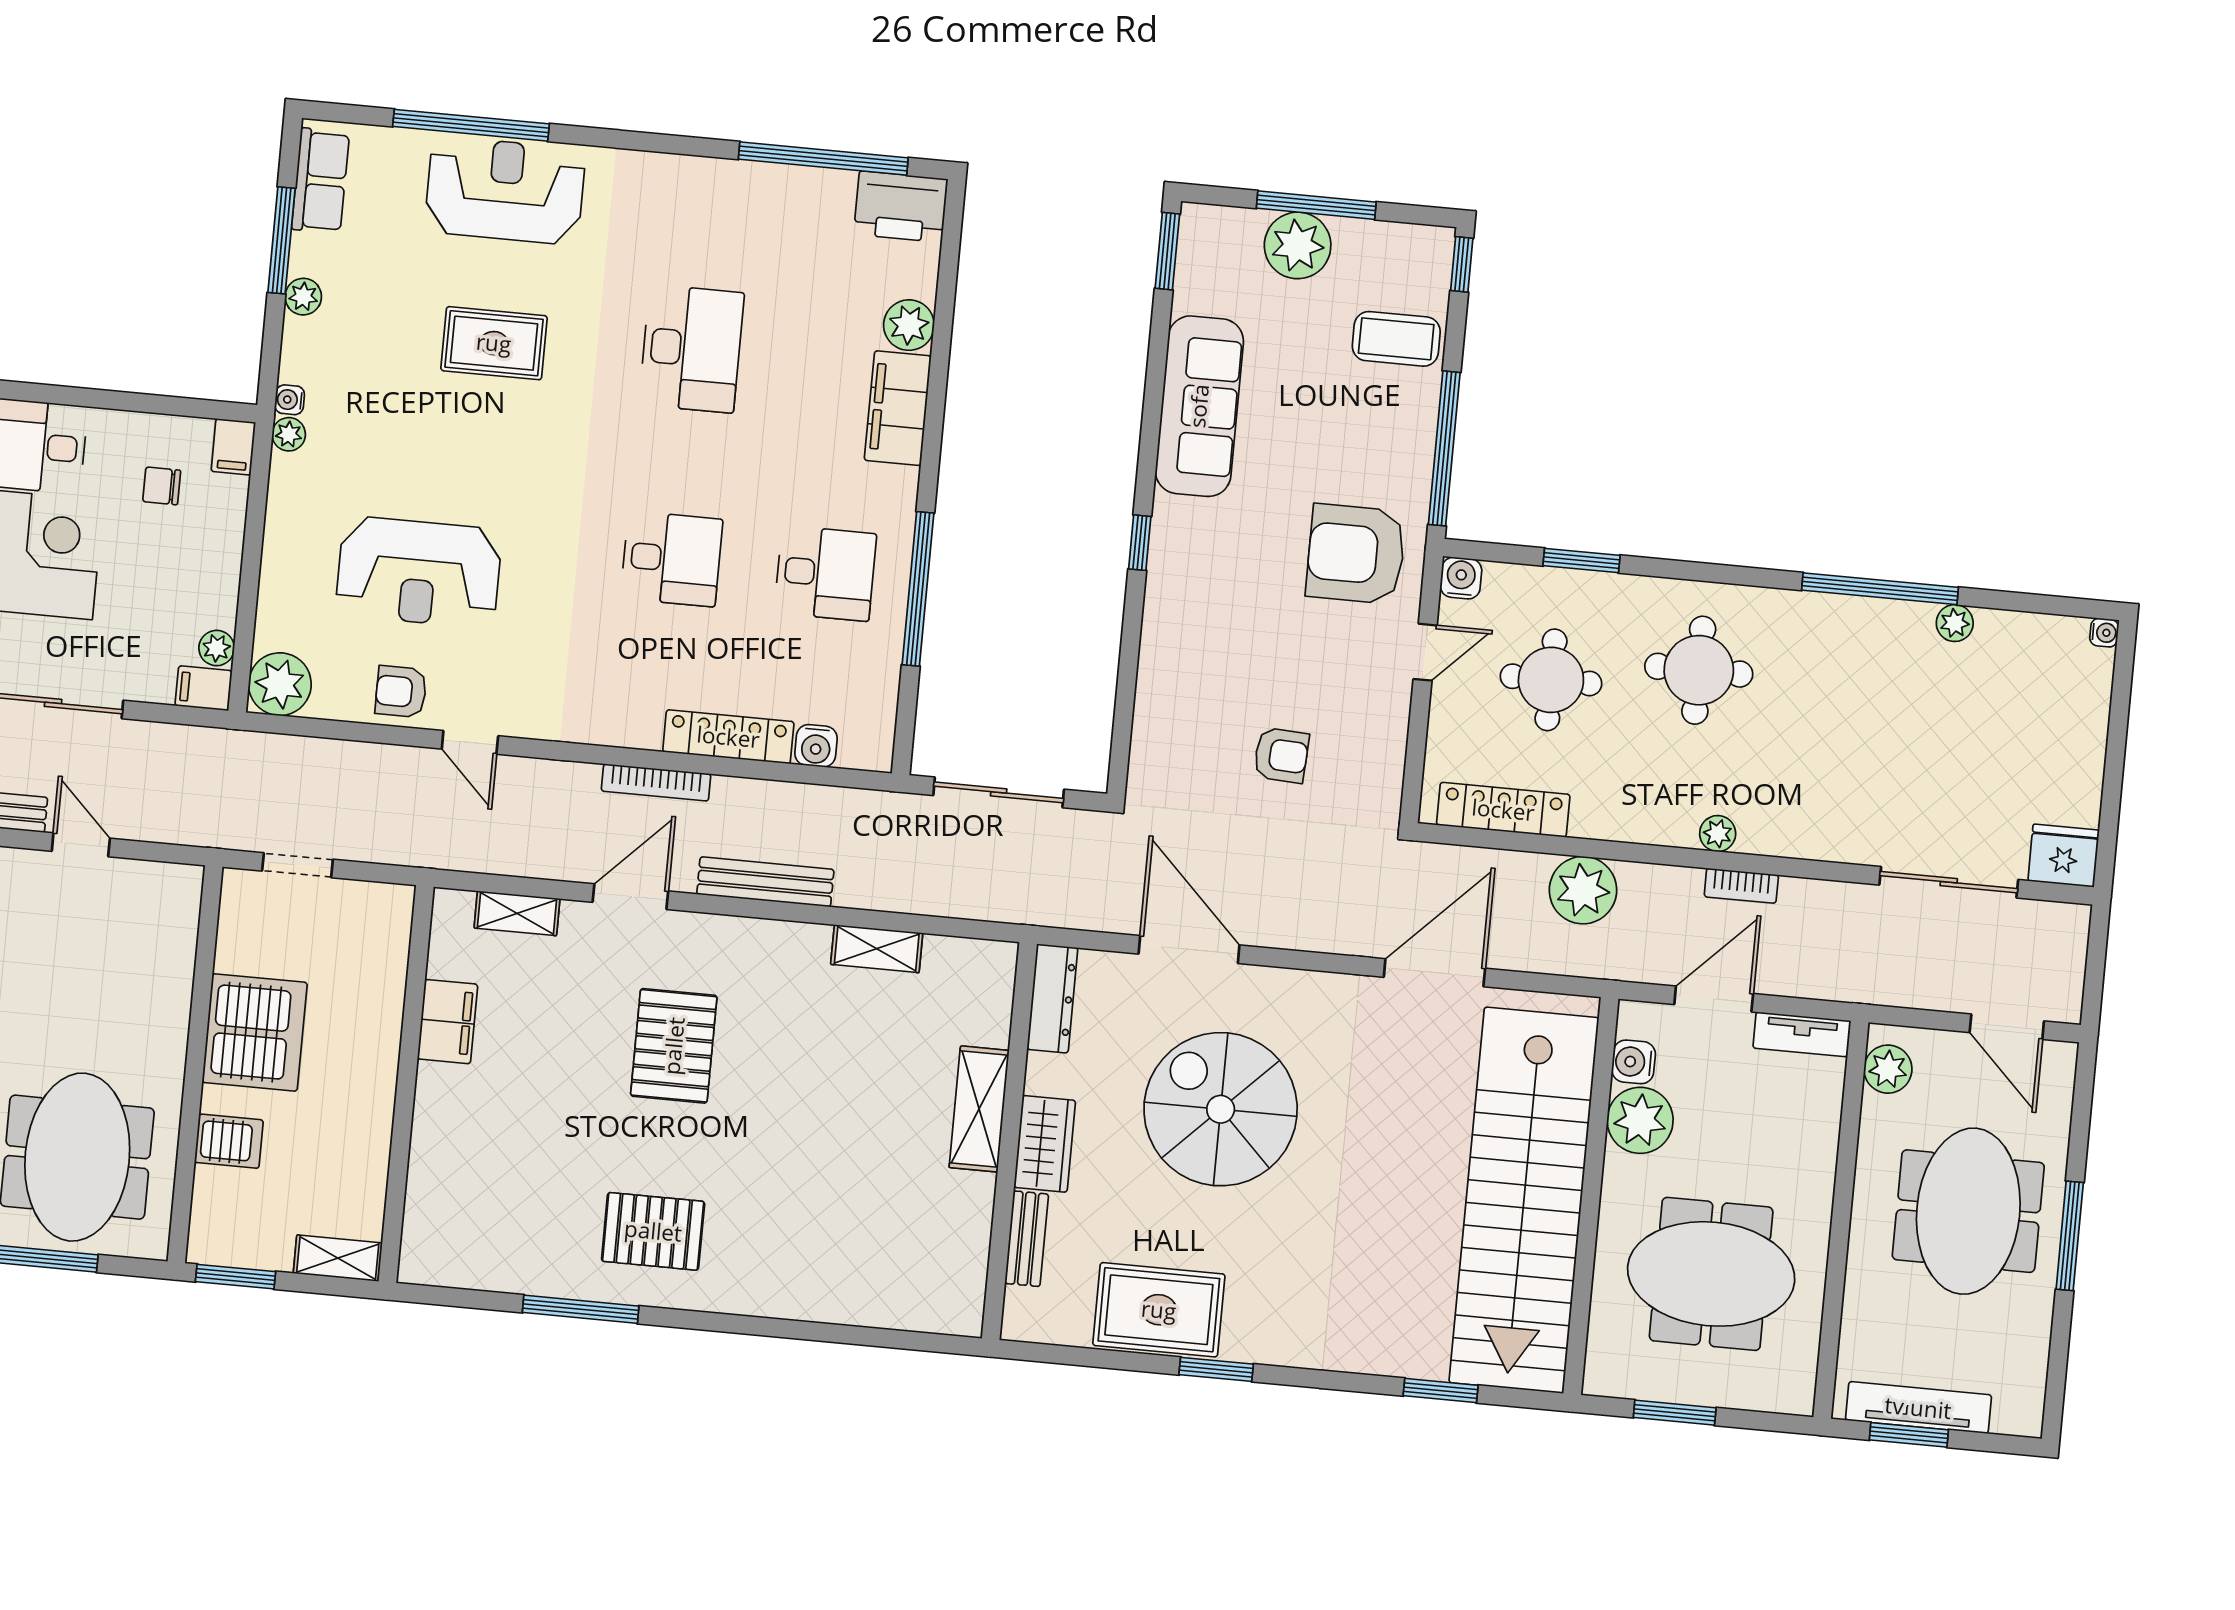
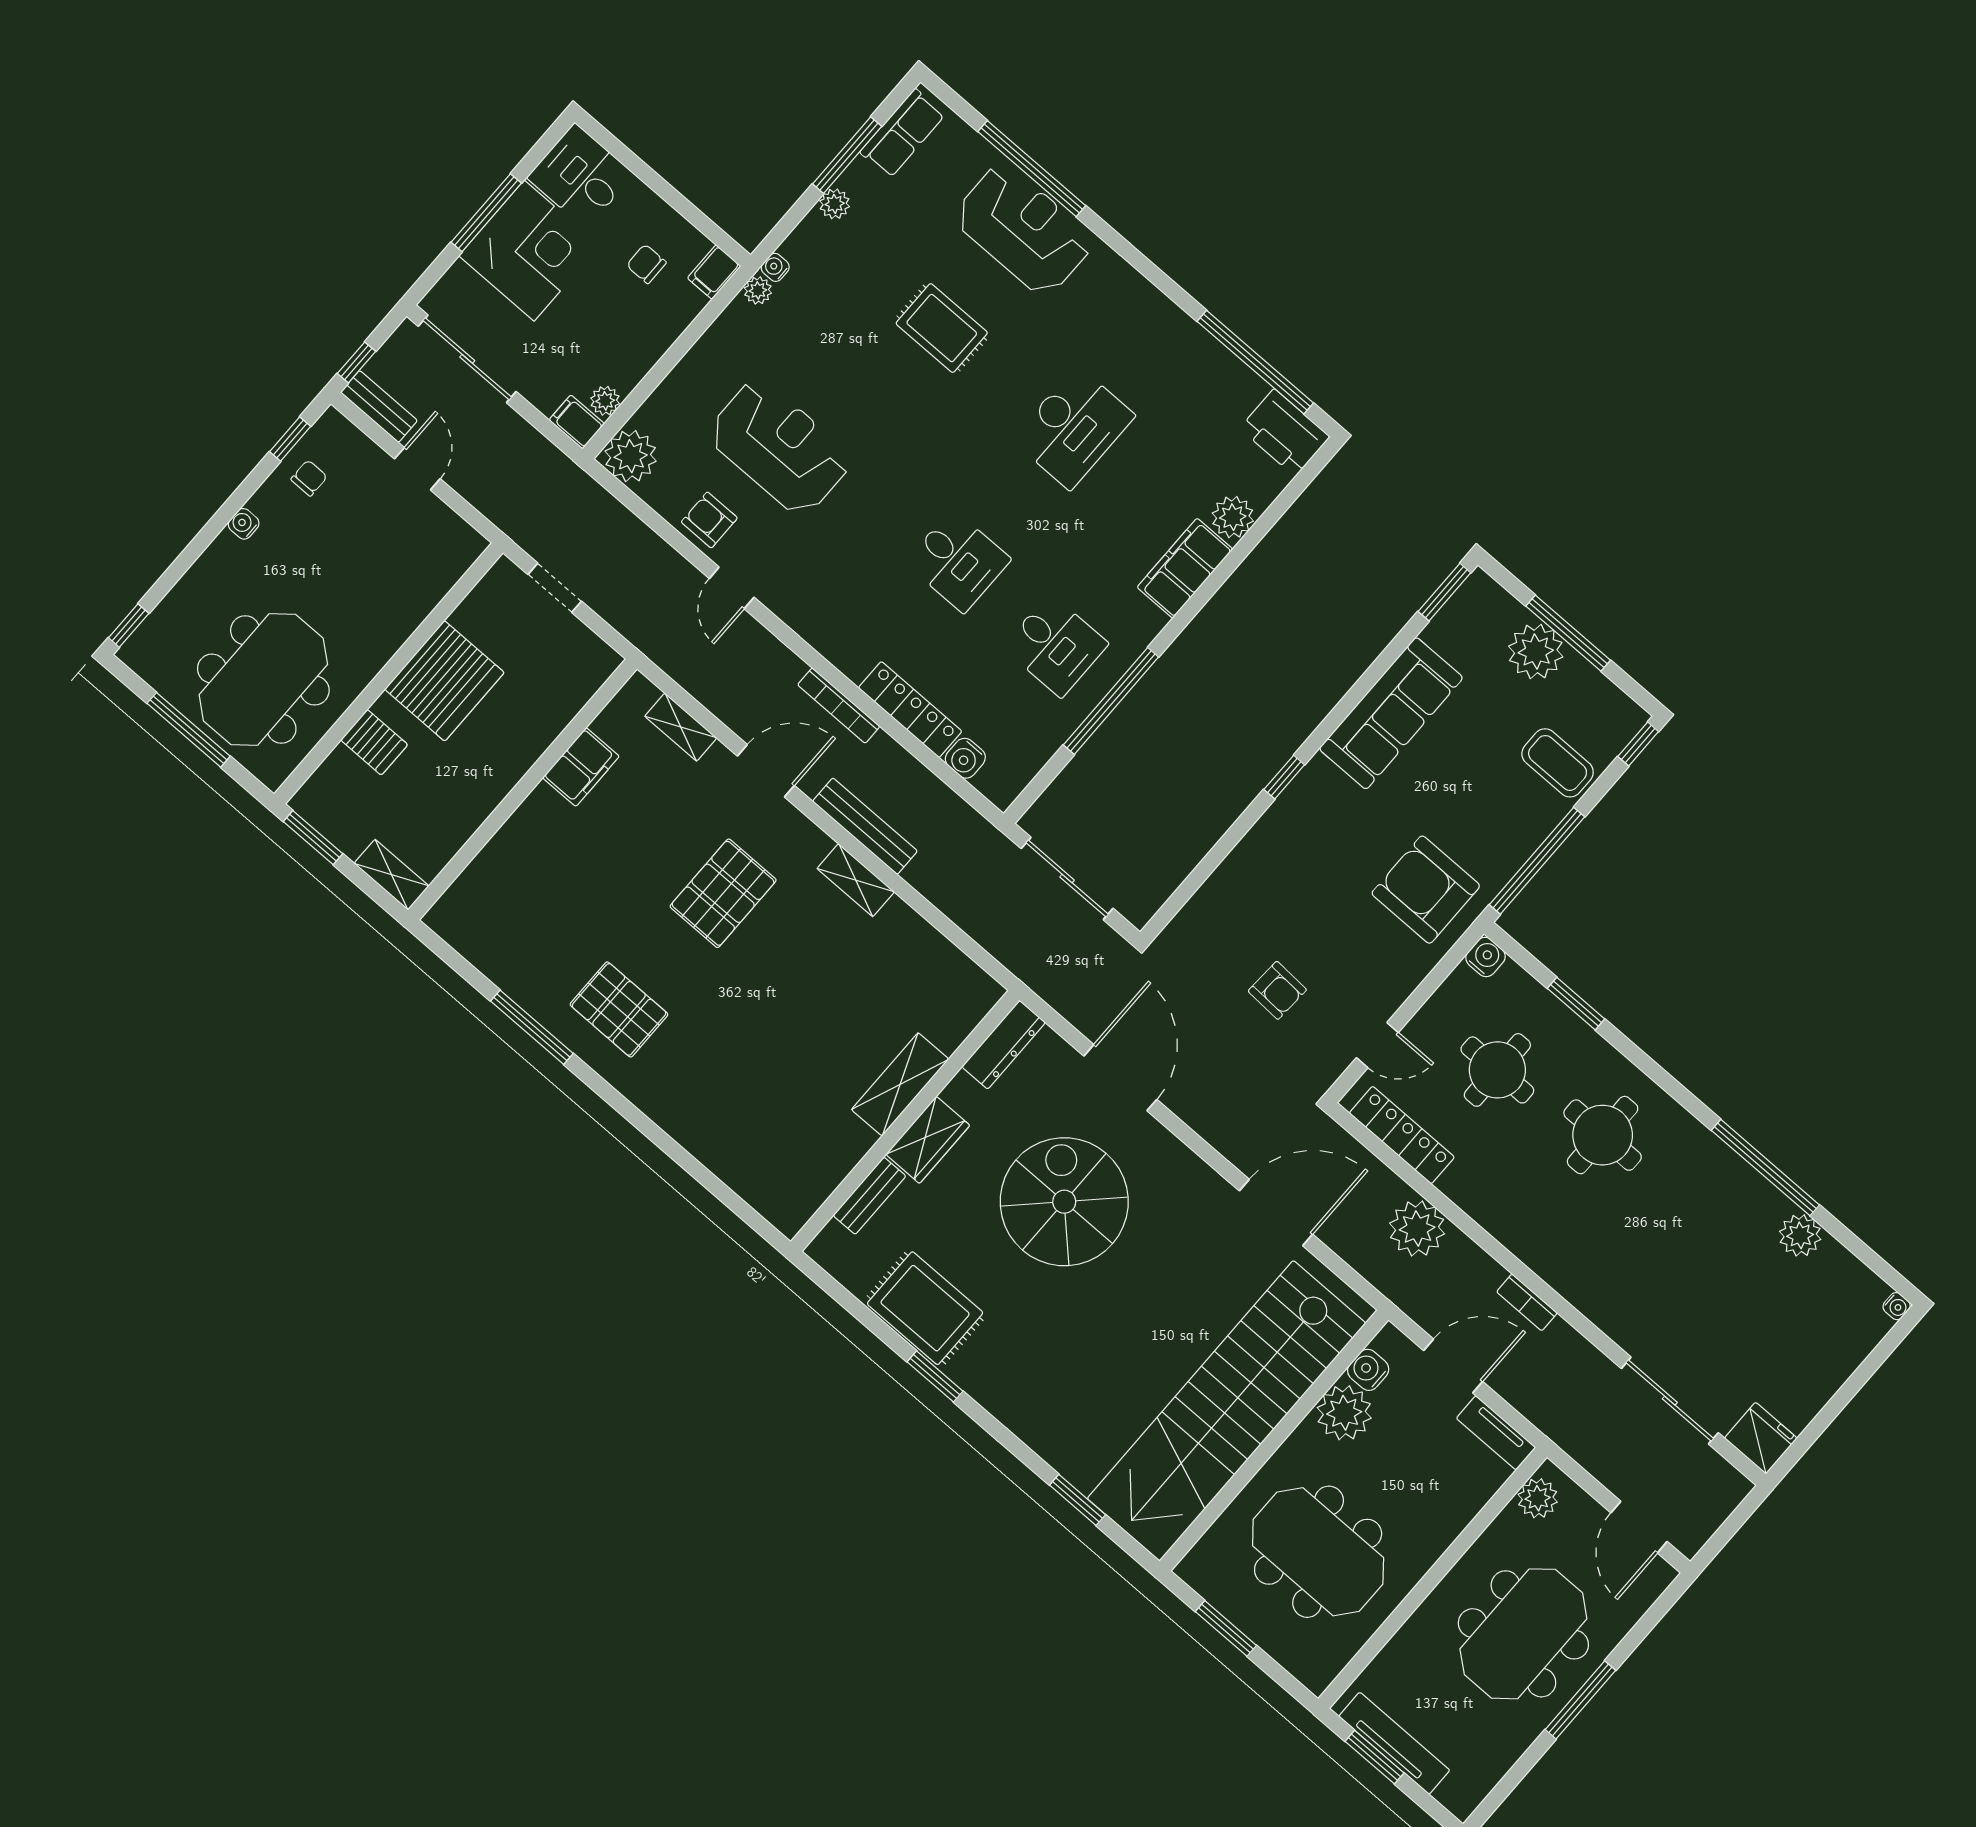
reception desk: (419, 572) -> (779, 447), turned 180
plant: (1955, 623) -> (1800, 1235), width x1.38, depth x1.38
door: (1425, 652) -> (1377, 1045), moved
plant: (1718, 834) -> (1536, 1255), removed
shelving: (877, 949) -> (856, 880), moved

